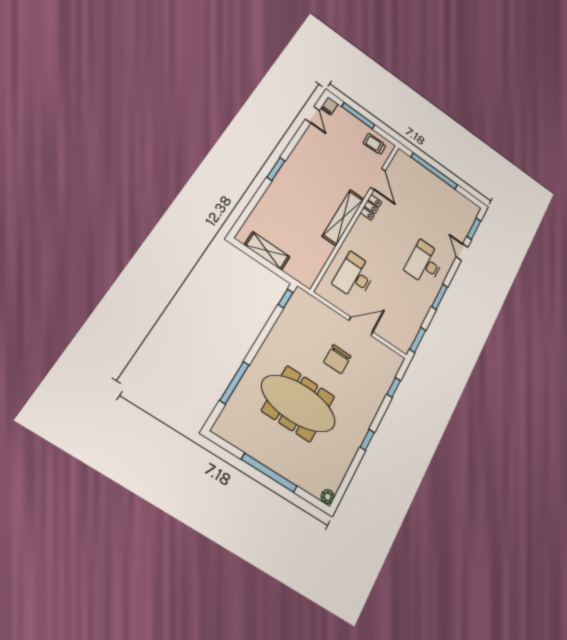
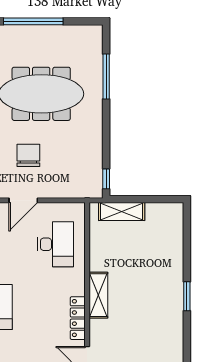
locker: (371, 207) -> (78, 318), width x1.53
shelving: (343, 217) -> (98, 295), width x0.68
shelving: (267, 251) -> (122, 211), moved

